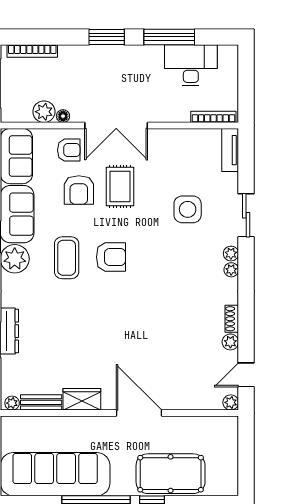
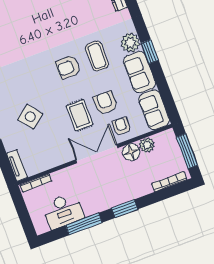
floor lamp: (63, 116) -> (131, 152), width x1.89, depth x1.89
armchair: (69, 150) -> (122, 126), turned 90
side table: (188, 209) -> (30, 117), turned -38

